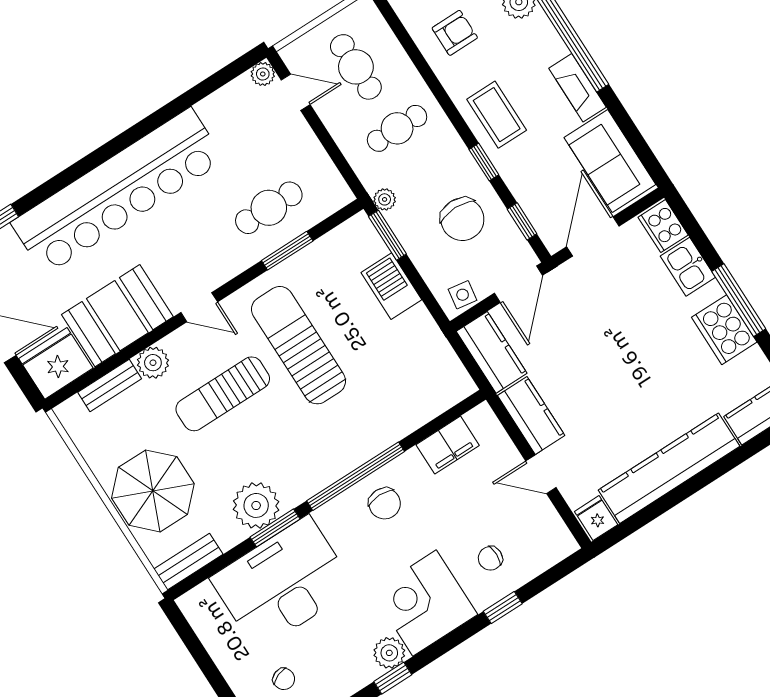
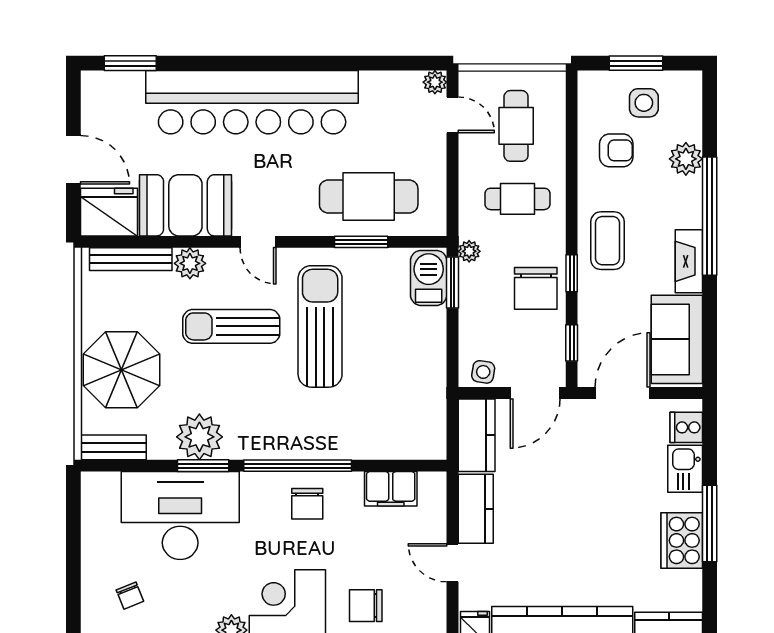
cafe table: (269, 208) -> (369, 196), width x1.37, depth x1.35
chair: (462, 219) -> (536, 288), moved
cooker: (663, 226) -> (686, 427), width x0.73
barbecue: (391, 286) -> (429, 278), moved
bench: (110, 386) -> (131, 259), width x1.36
chair: (490, 558) -> (366, 606), width x1.37, depth x1.37

